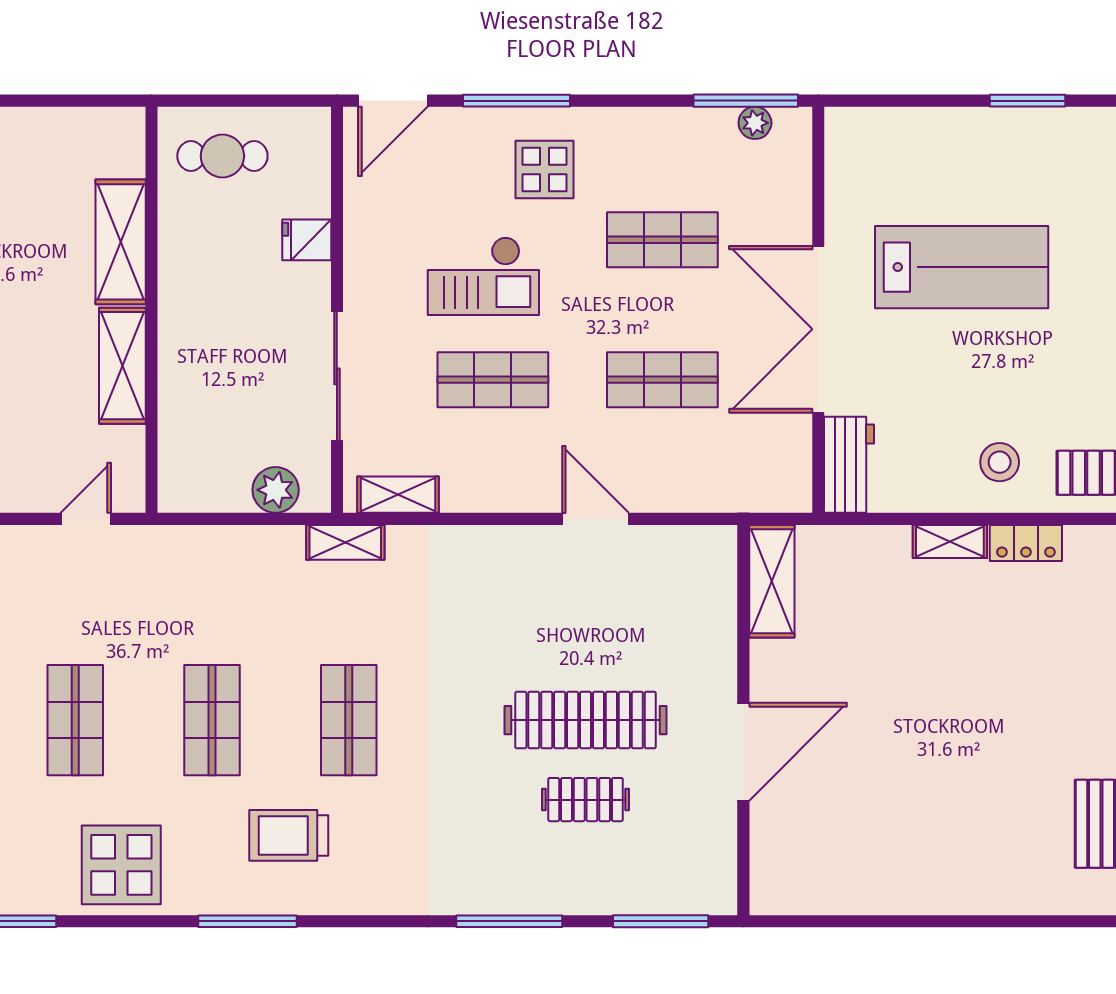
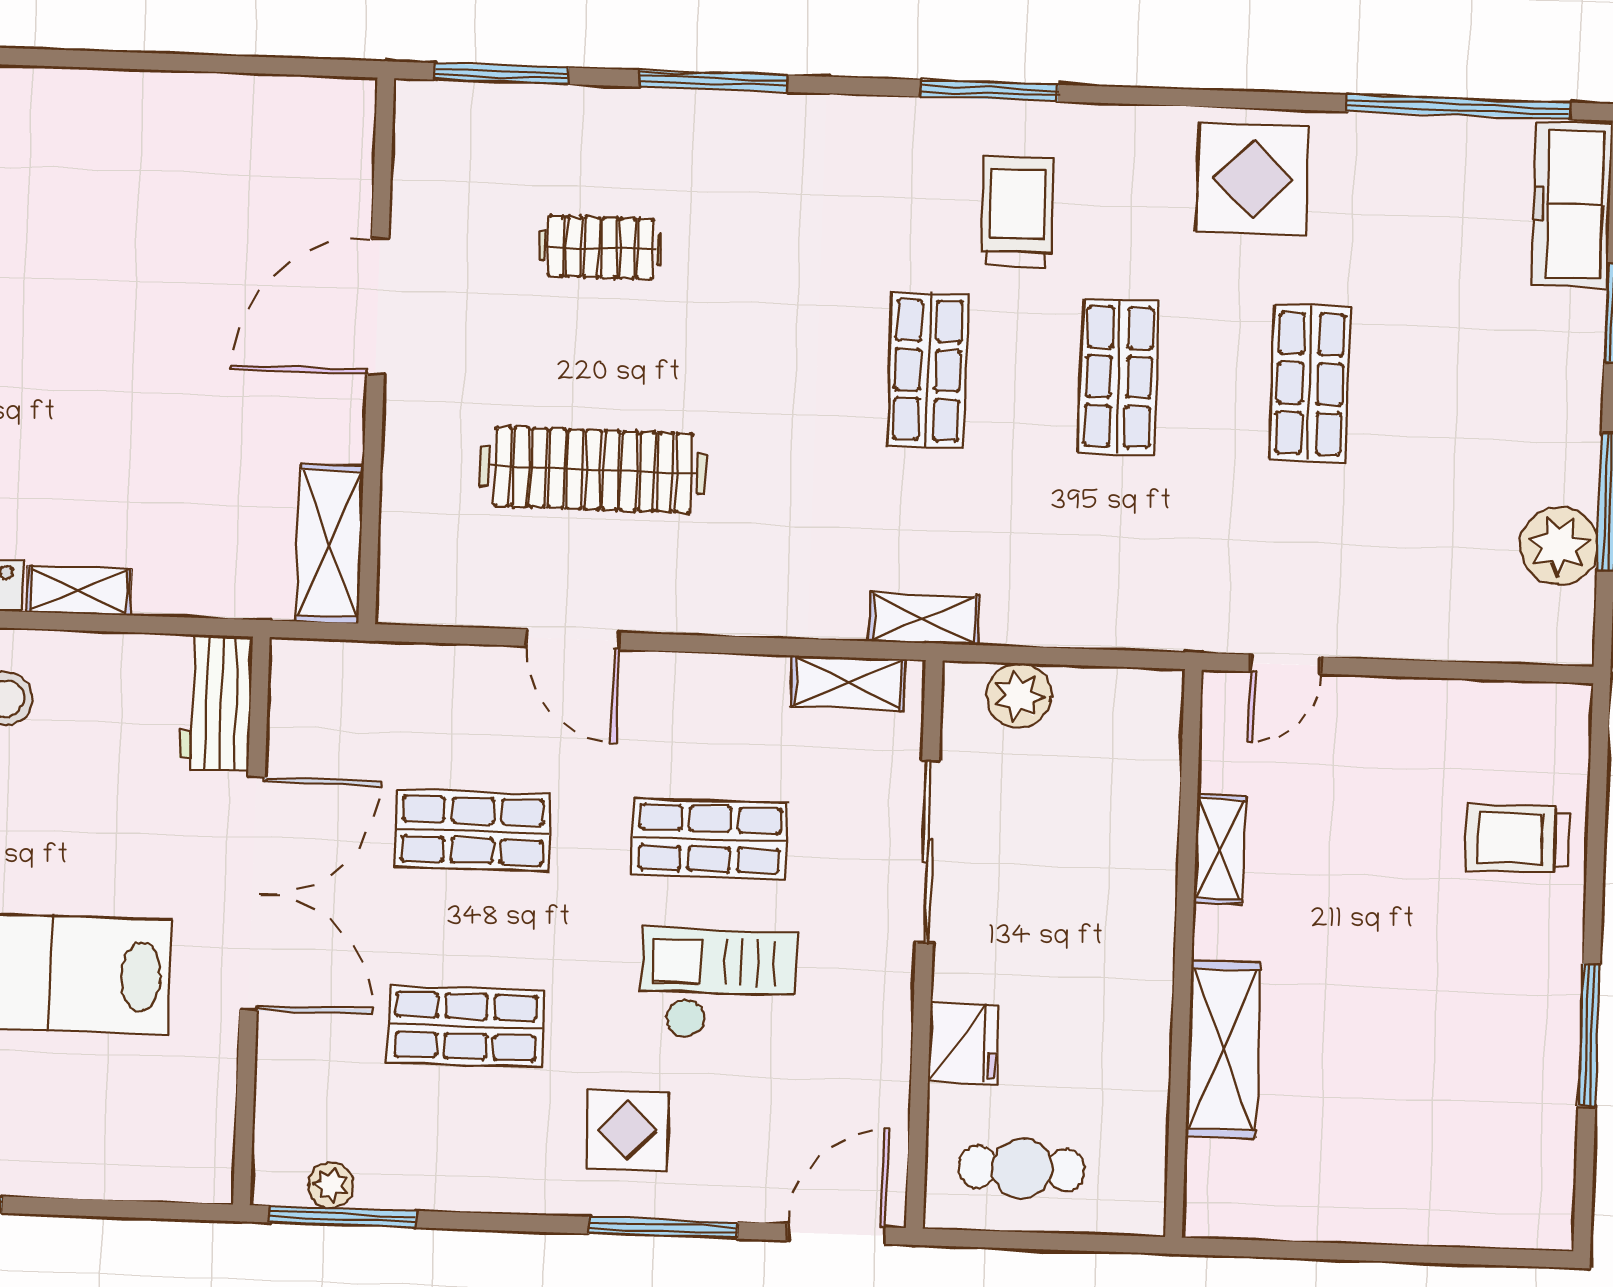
cafe table: (222, 156) -> (1022, 1168), moved
fridge: (307, 240) -> (963, 1043), width x1.38
shelving: (122, 366) -> (1220, 849), width x0.67, depth x0.75
clothes rail: (586, 720) -> (593, 470), moved
trolley: (289, 835) -> (1017, 212), turned -90
window: (247, 921) -> (989, 91), moved

